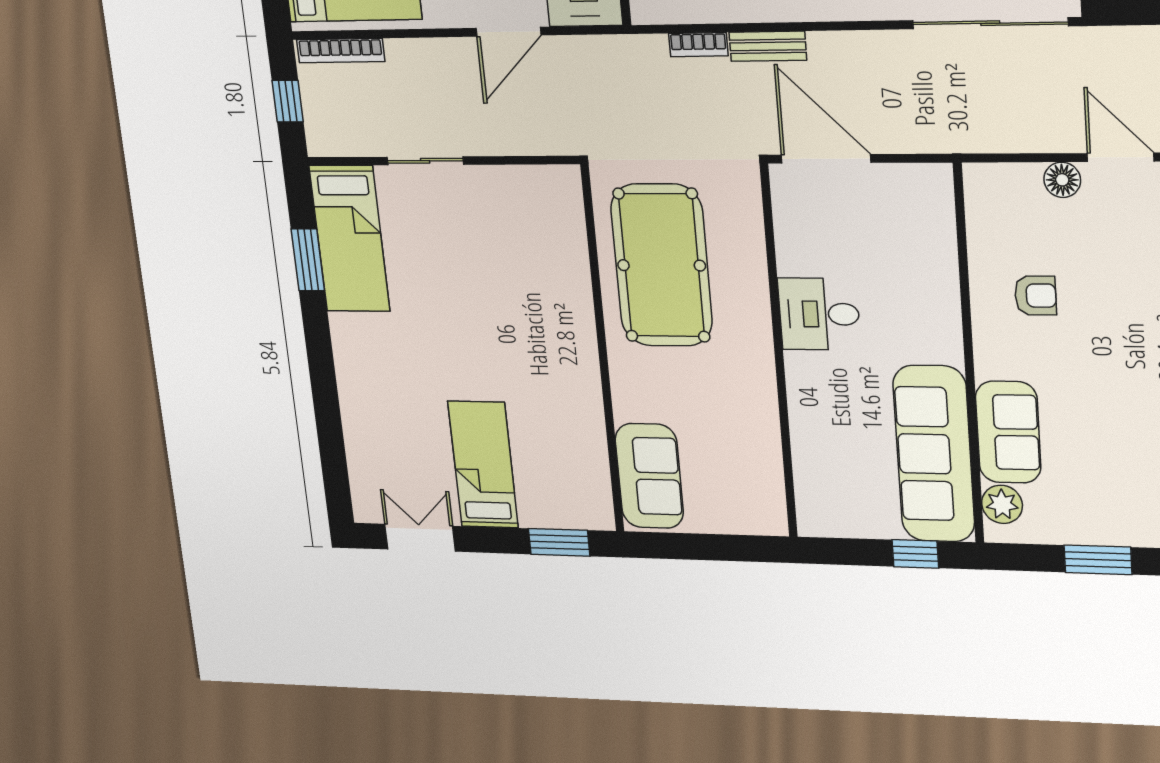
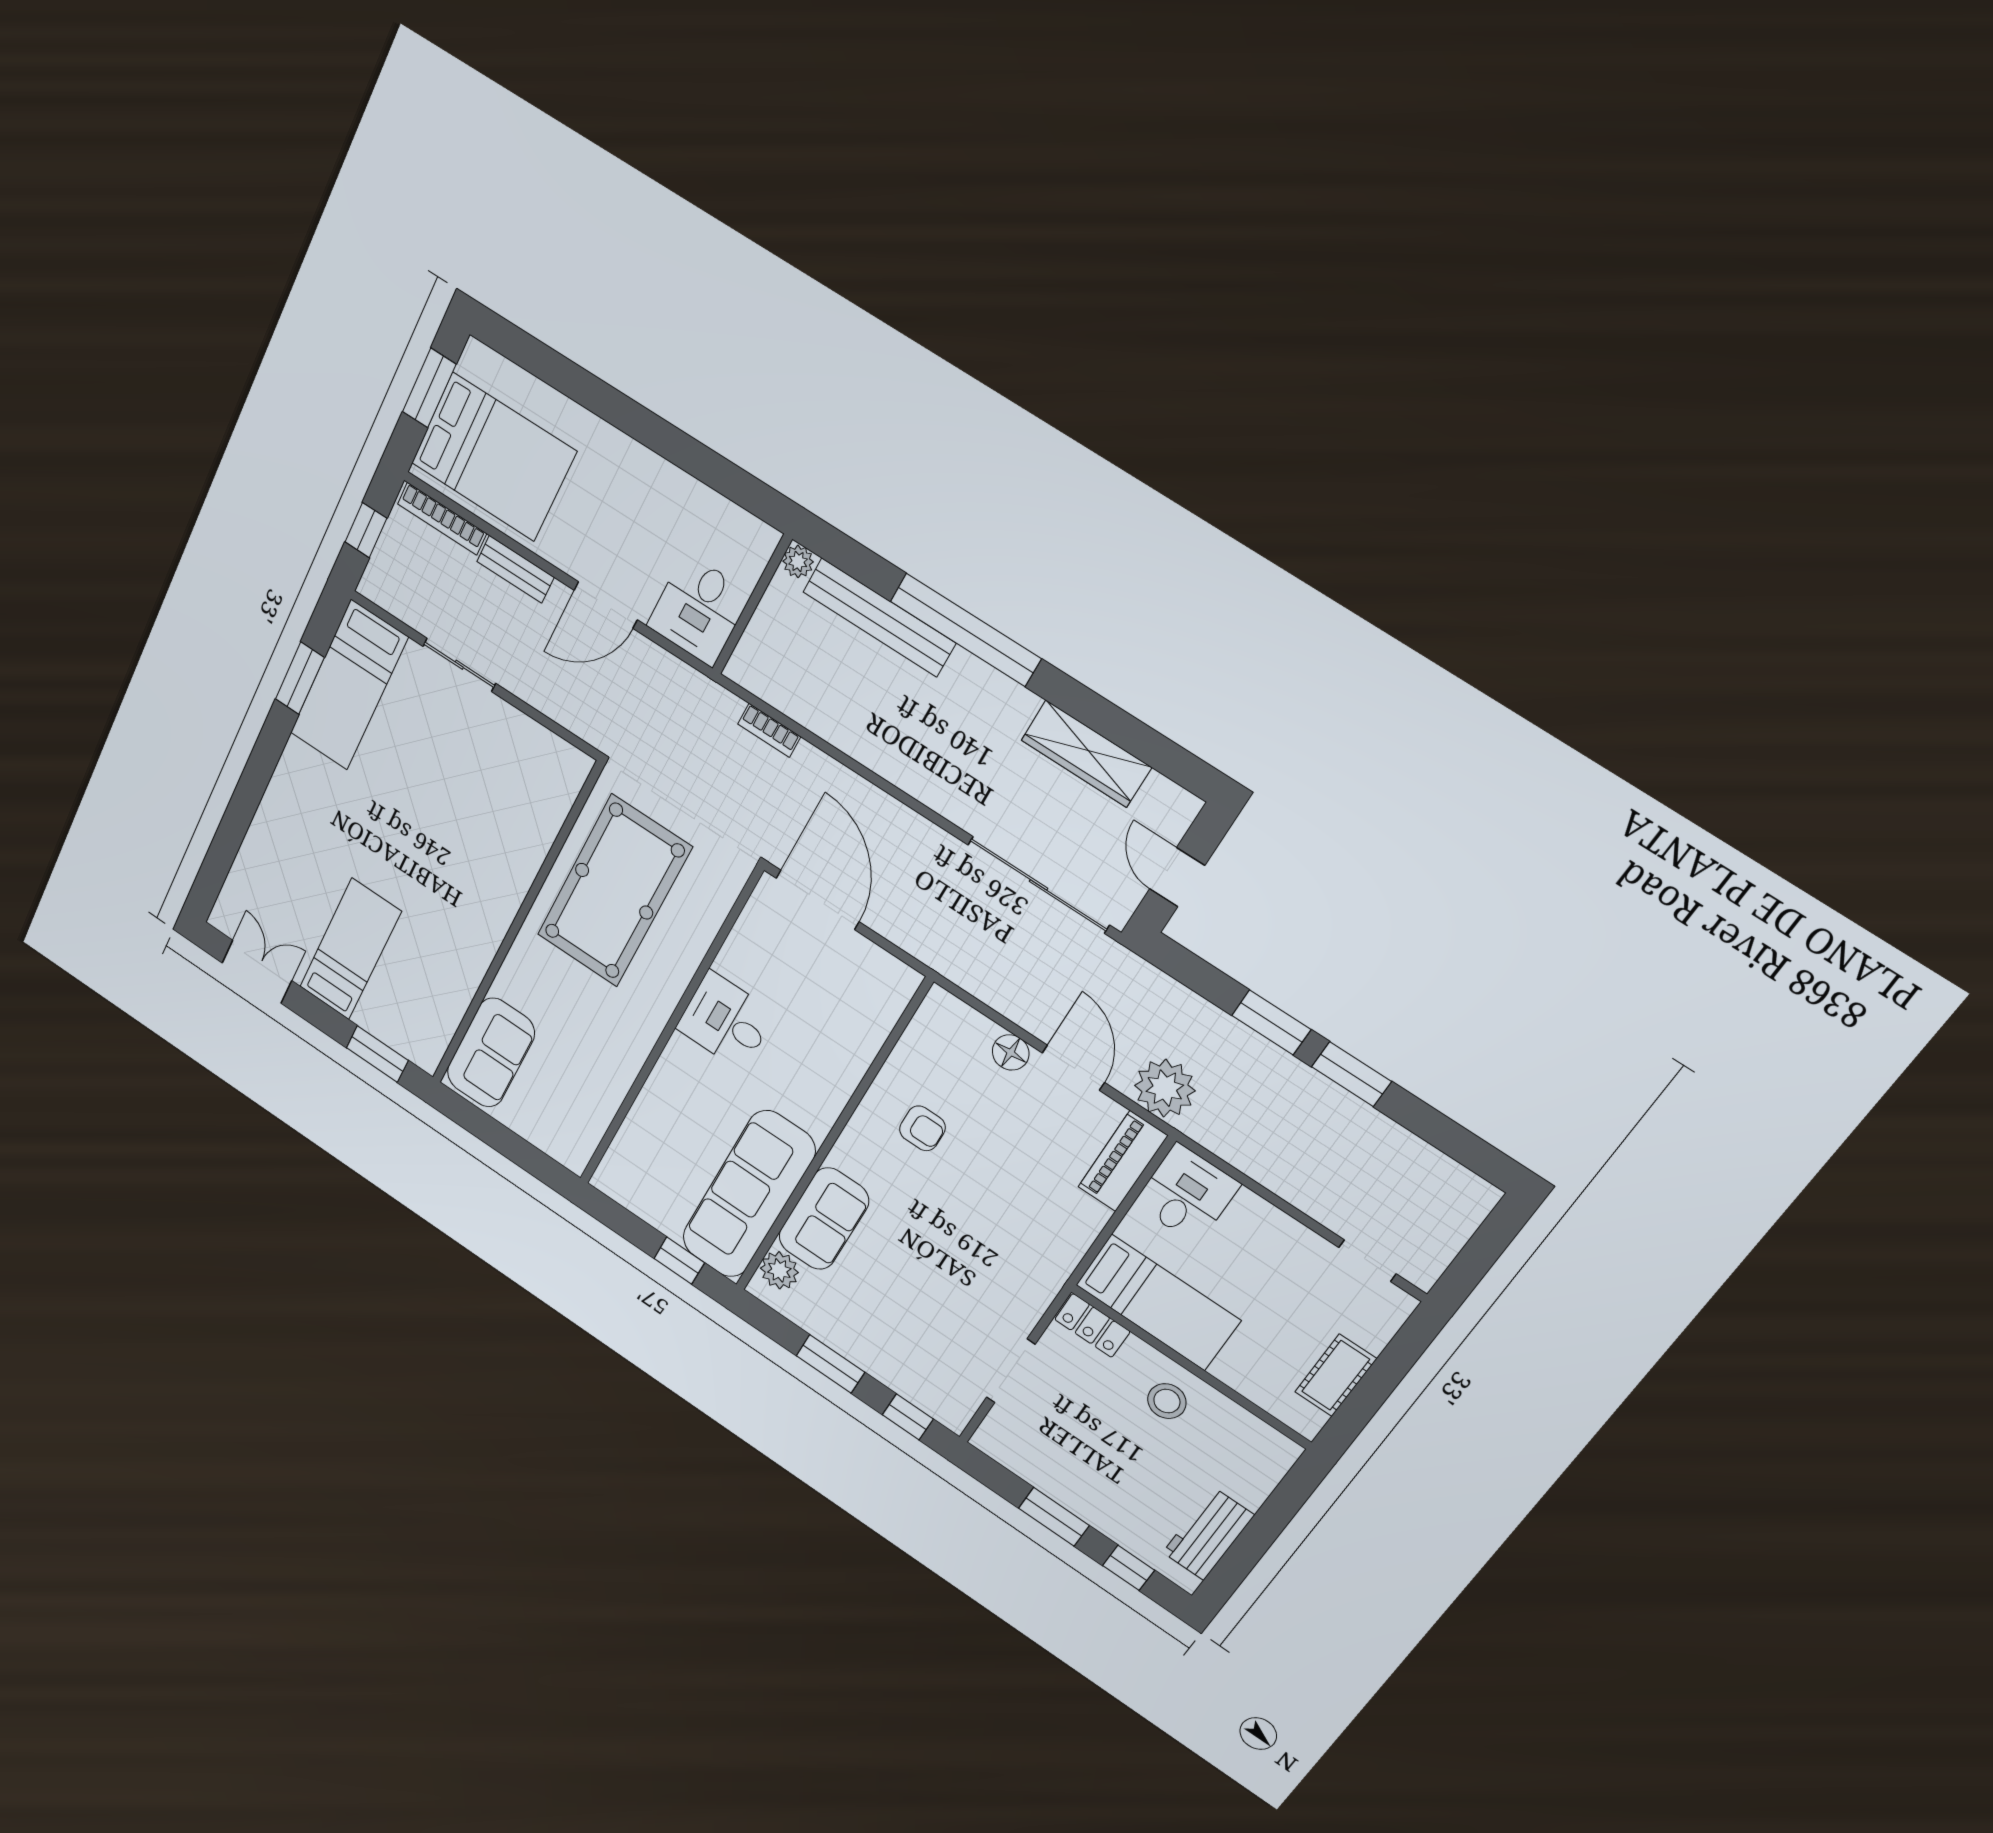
bench: (768, 46) -> (515, 569), moved

